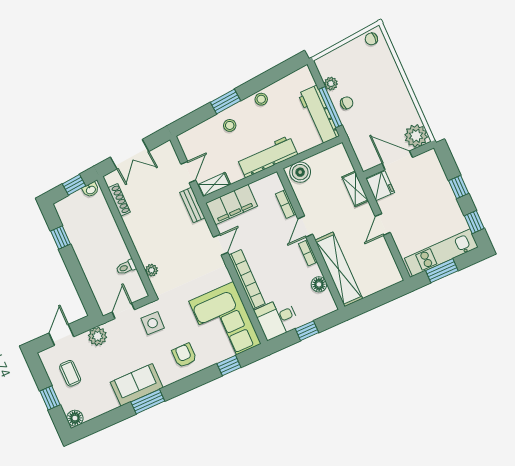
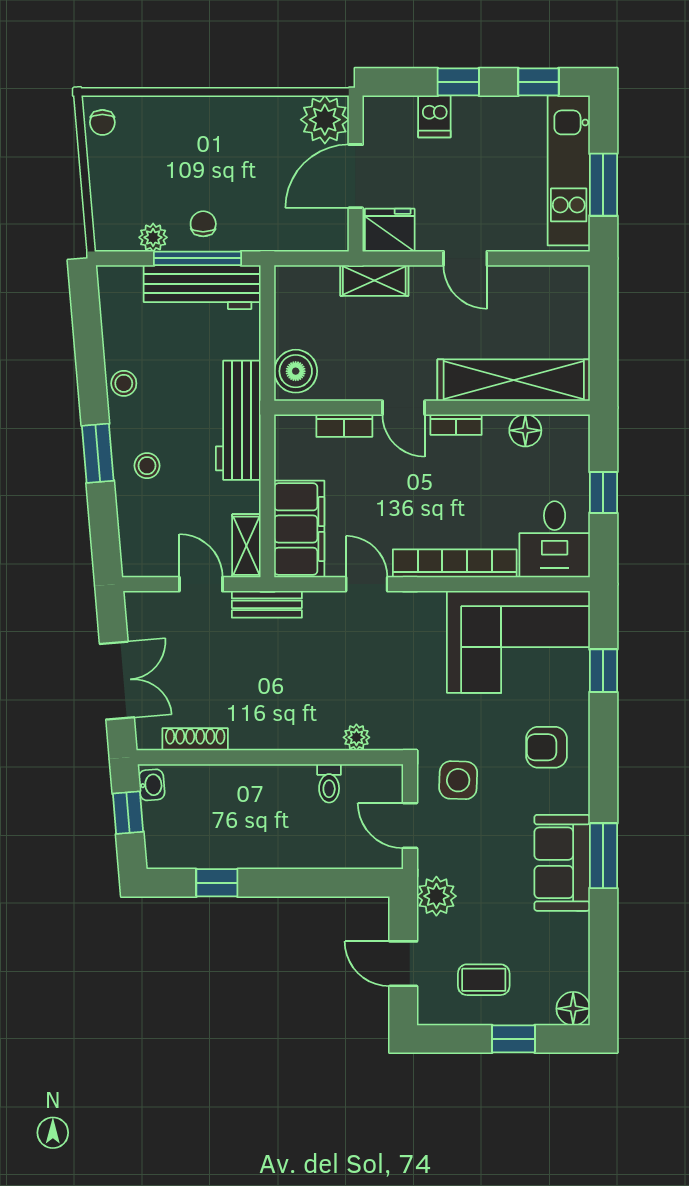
dishwasher: (439, 183) -> (434, 116), added

